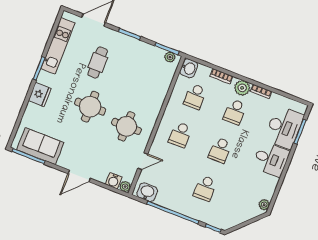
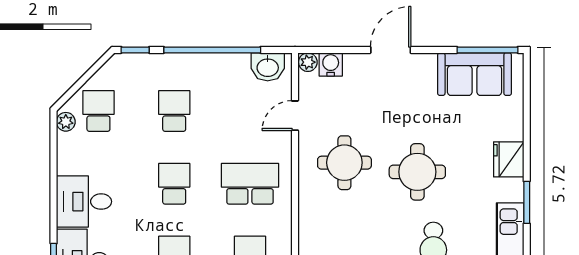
school desk: (180, 135) -> (250, 184), width x1.85
school desk: (245, 204) -> (98, 111), added

